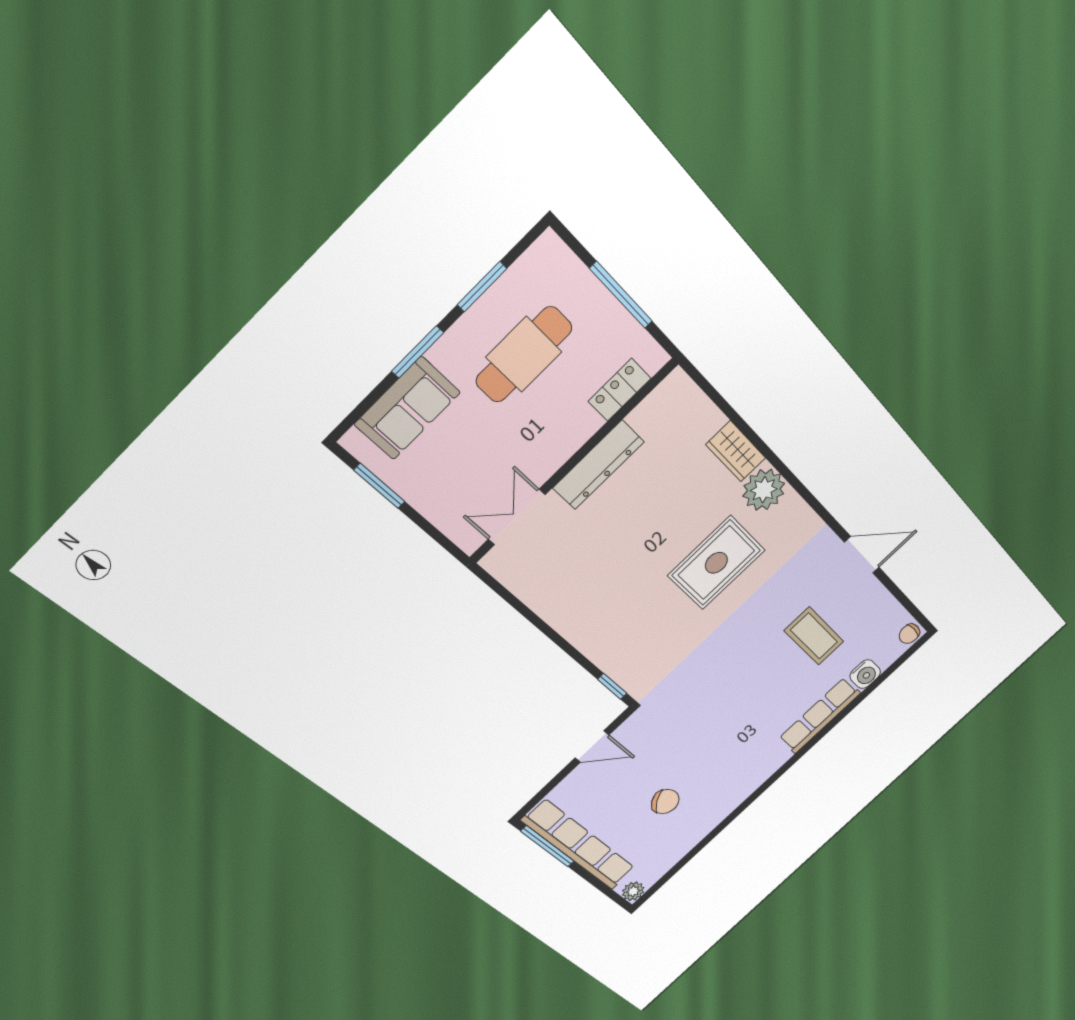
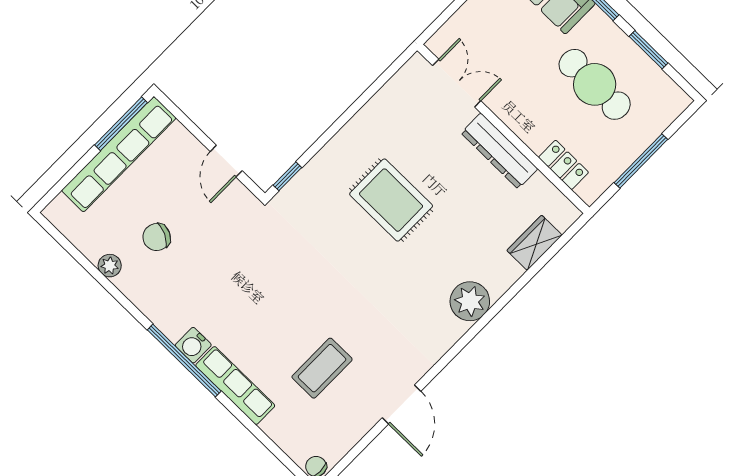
wardrobe: (736, 451) -> (535, 243), moved
rug: (716, 563) -> (391, 200), moved
water cooler: (865, 674) -> (193, 345), moved
window: (789, 764) -> (184, 360), added
chair: (665, 802) -> (157, 237), turned 62
plant: (633, 891) -> (110, 266), moved

